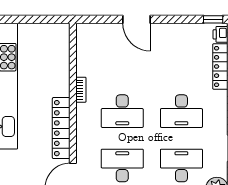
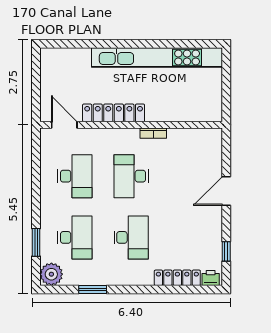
window: (213, 19) -> (226, 251), moved
desk: (181, 111) -> (131, 237), turned 180

